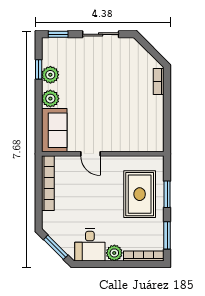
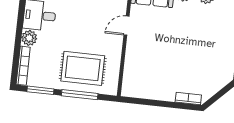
window: (167, 194) -> (80, 95), width x1.44

